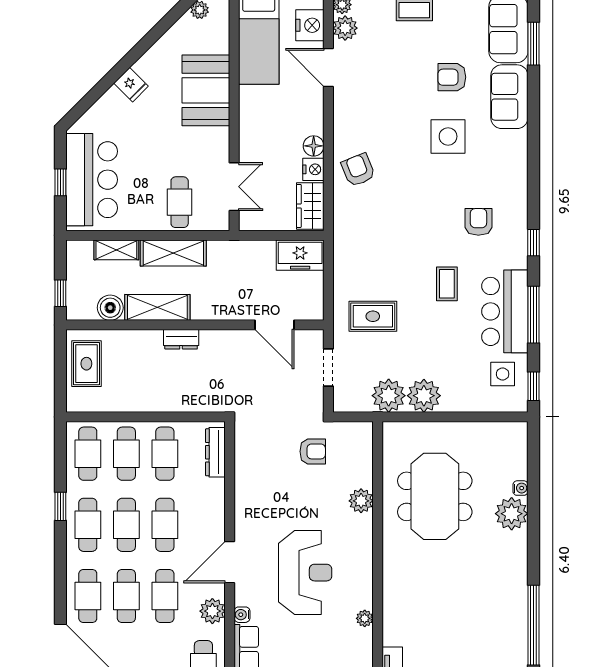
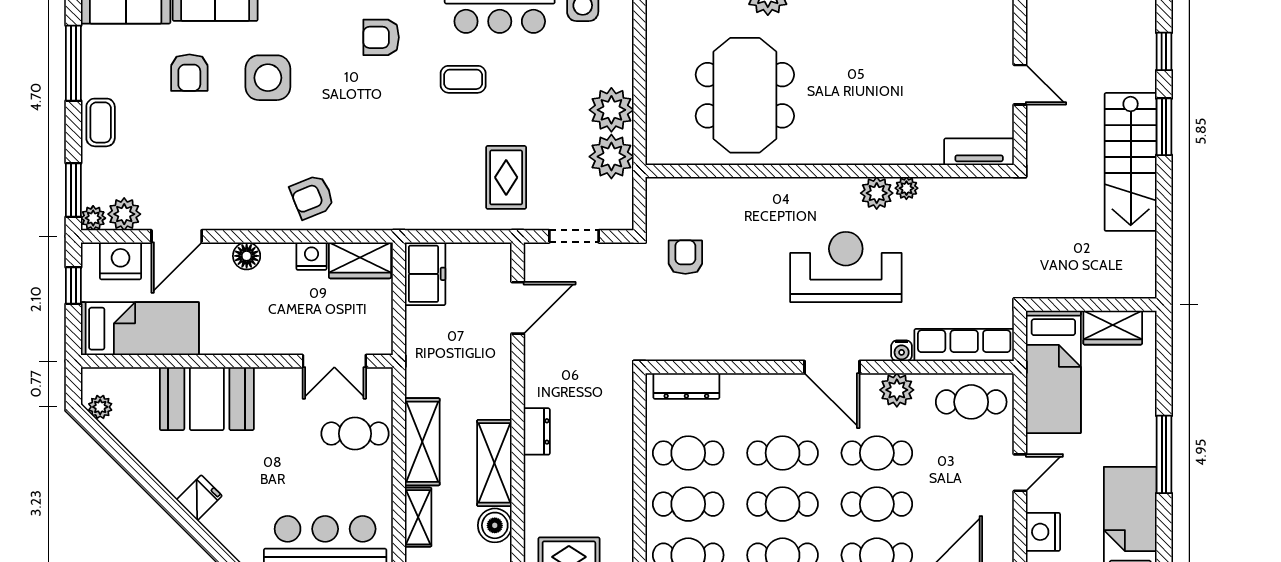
floor lamp: (314, 146) -> (247, 256), moved
double door: (234, 187) -> (334, 361), swing flipped
meeting table: (435, 496) -> (745, 95), turned 90
plant: (361, 501) -> (877, 193), moved

